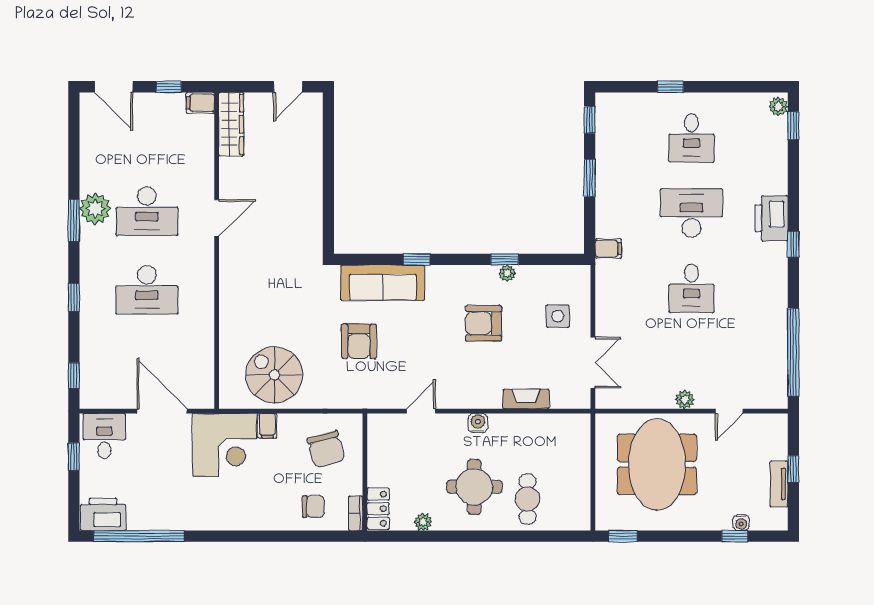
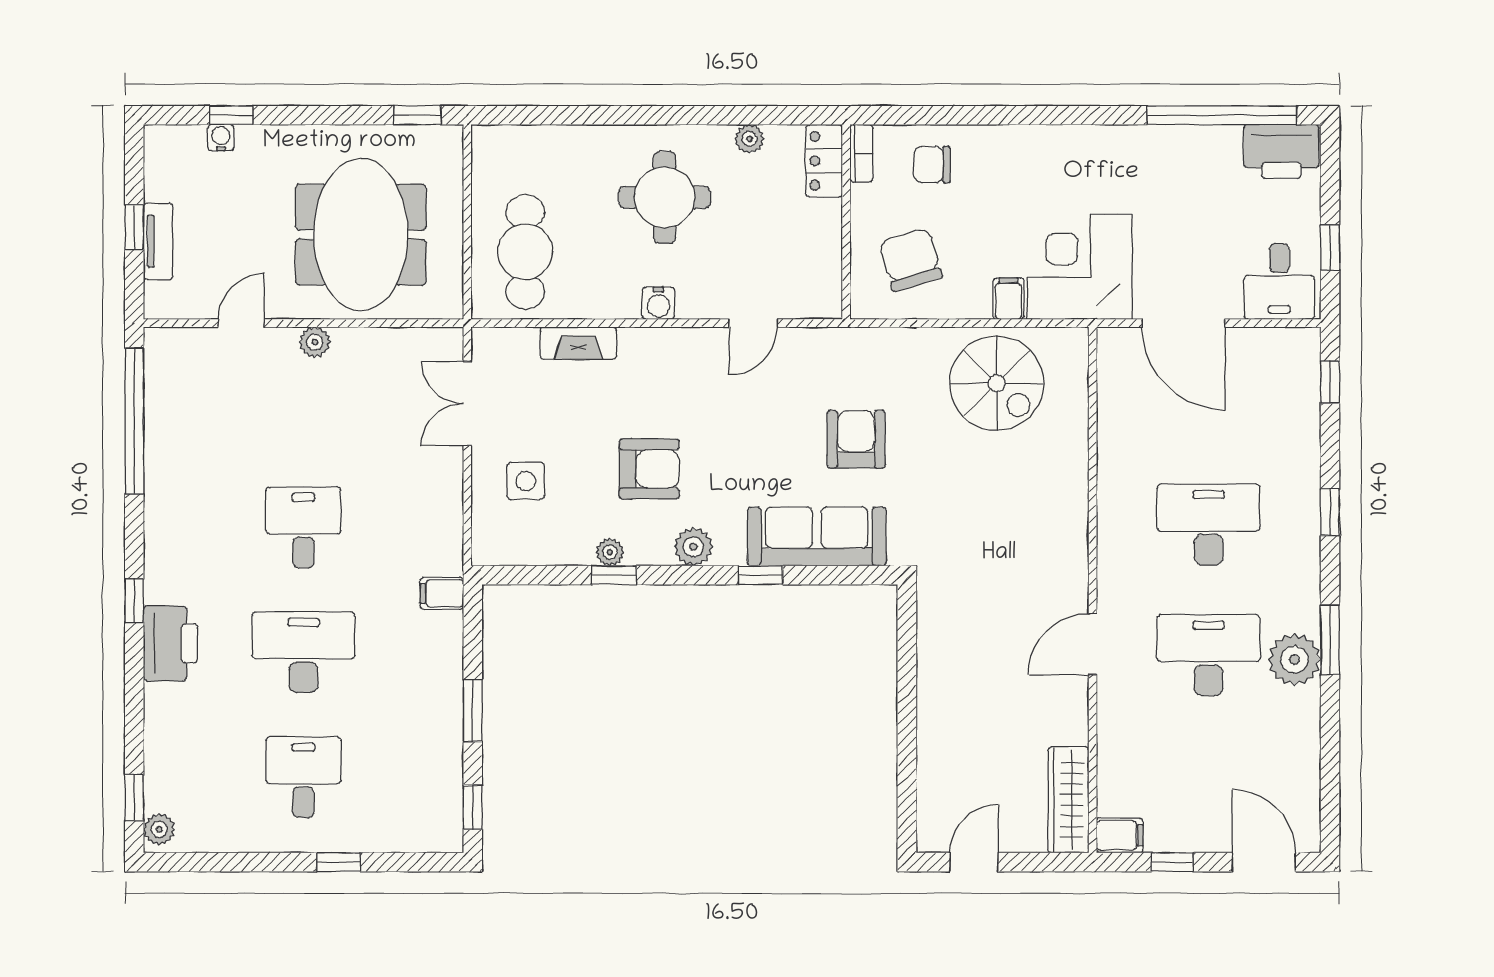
desk: (691, 213) -> (303, 652), turned 180
plant: (457, 276) -> (693, 547), added
tv unit: (779, 484) -> (158, 241), moved
cafe table: (528, 499) -> (525, 252), moved, width x1.37, depth x1.35

